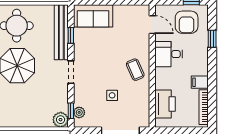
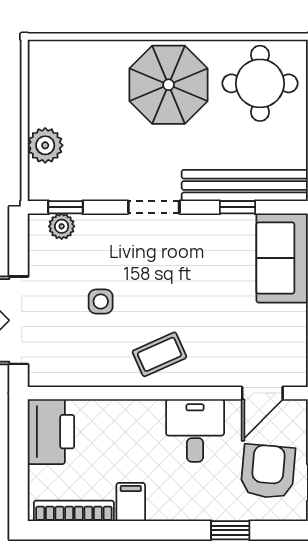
armchair: (187, 22) -> (268, 472), turned 95
printer: (165, 104) -> (51, 432), moved, turned -90
plant: (61, 120) -> (45, 145), moved

